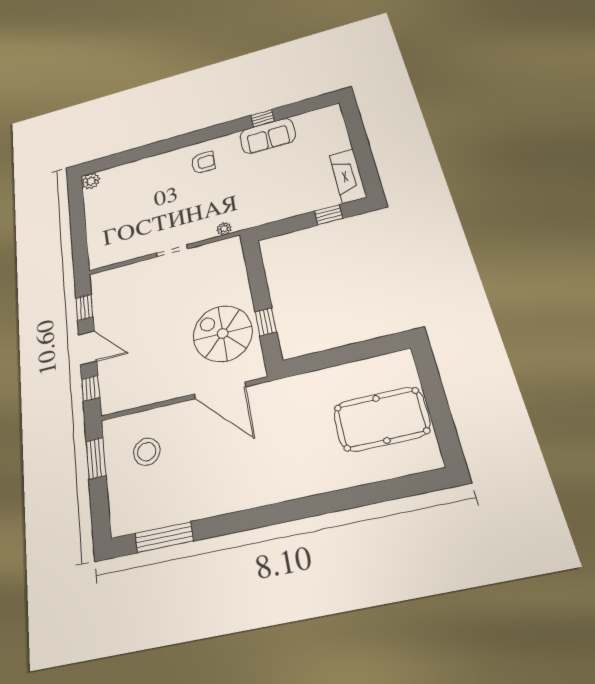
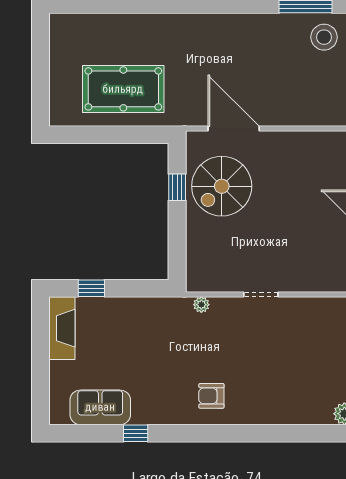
sofa: (268, 136) -> (100, 407), moved
spiral stairs: (223, 334) -> (222, 186), turned 90
pool table: (381, 419) -> (123, 89), moved
stool: (147, 452) -> (324, 37), moved

